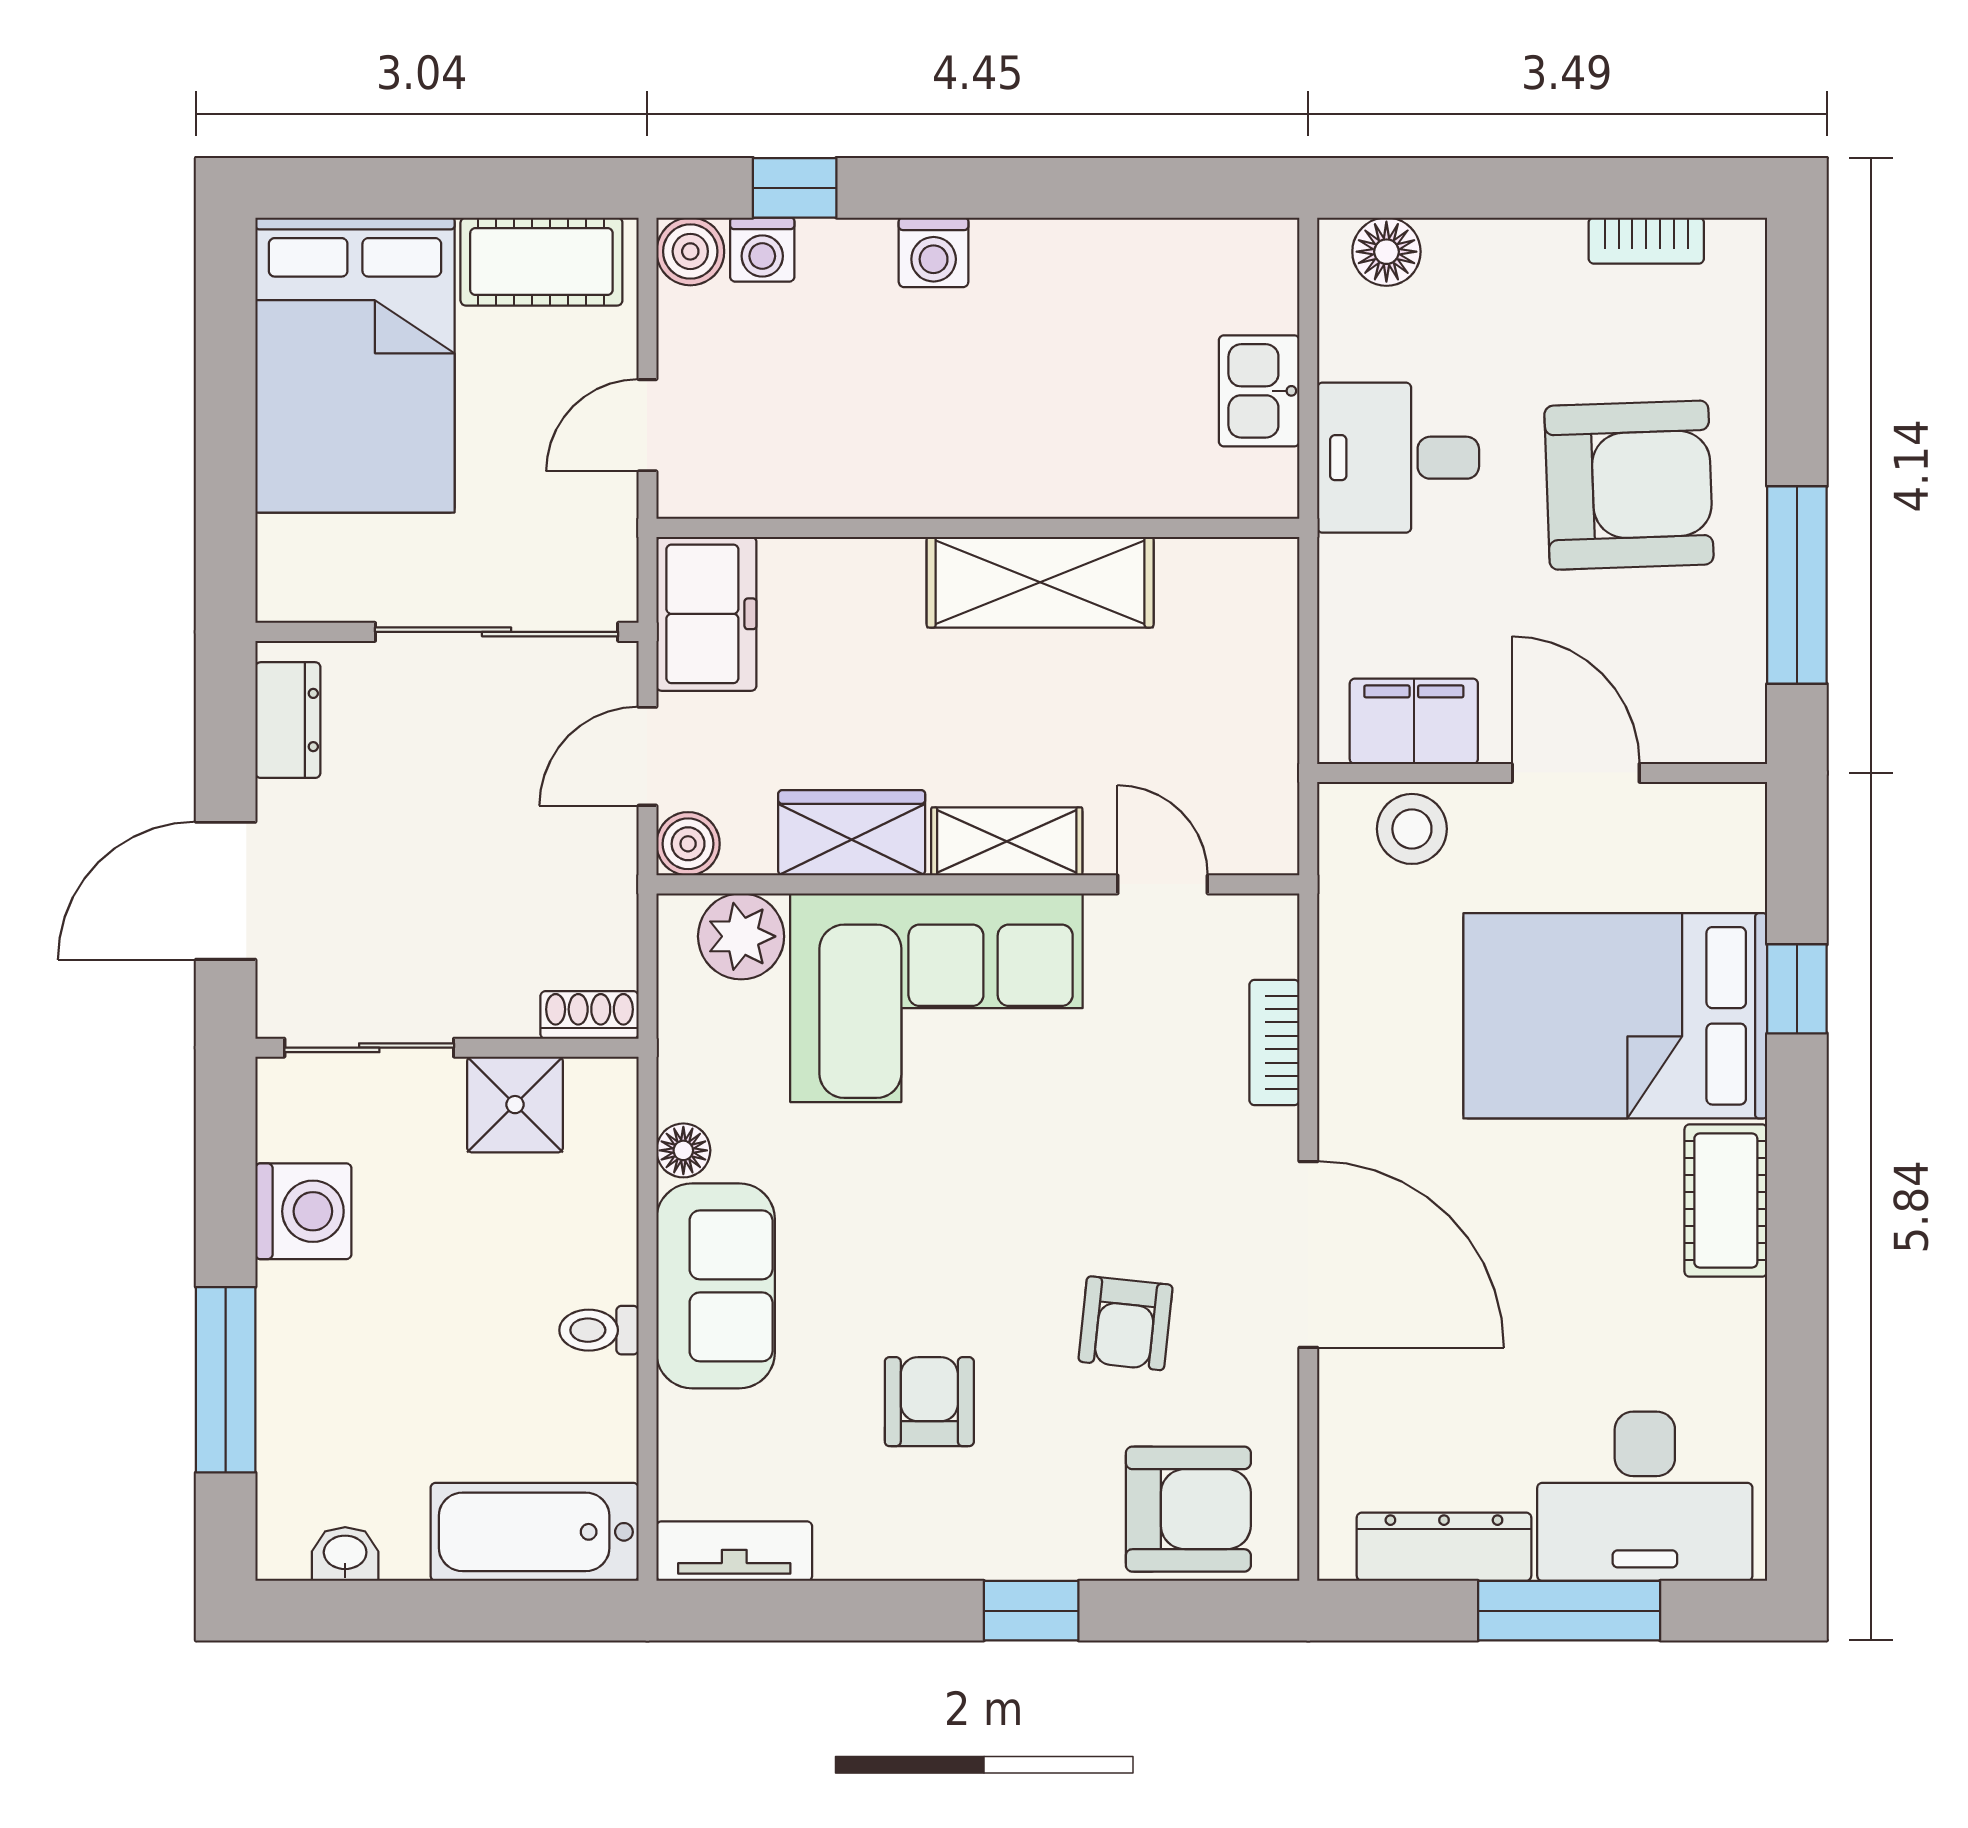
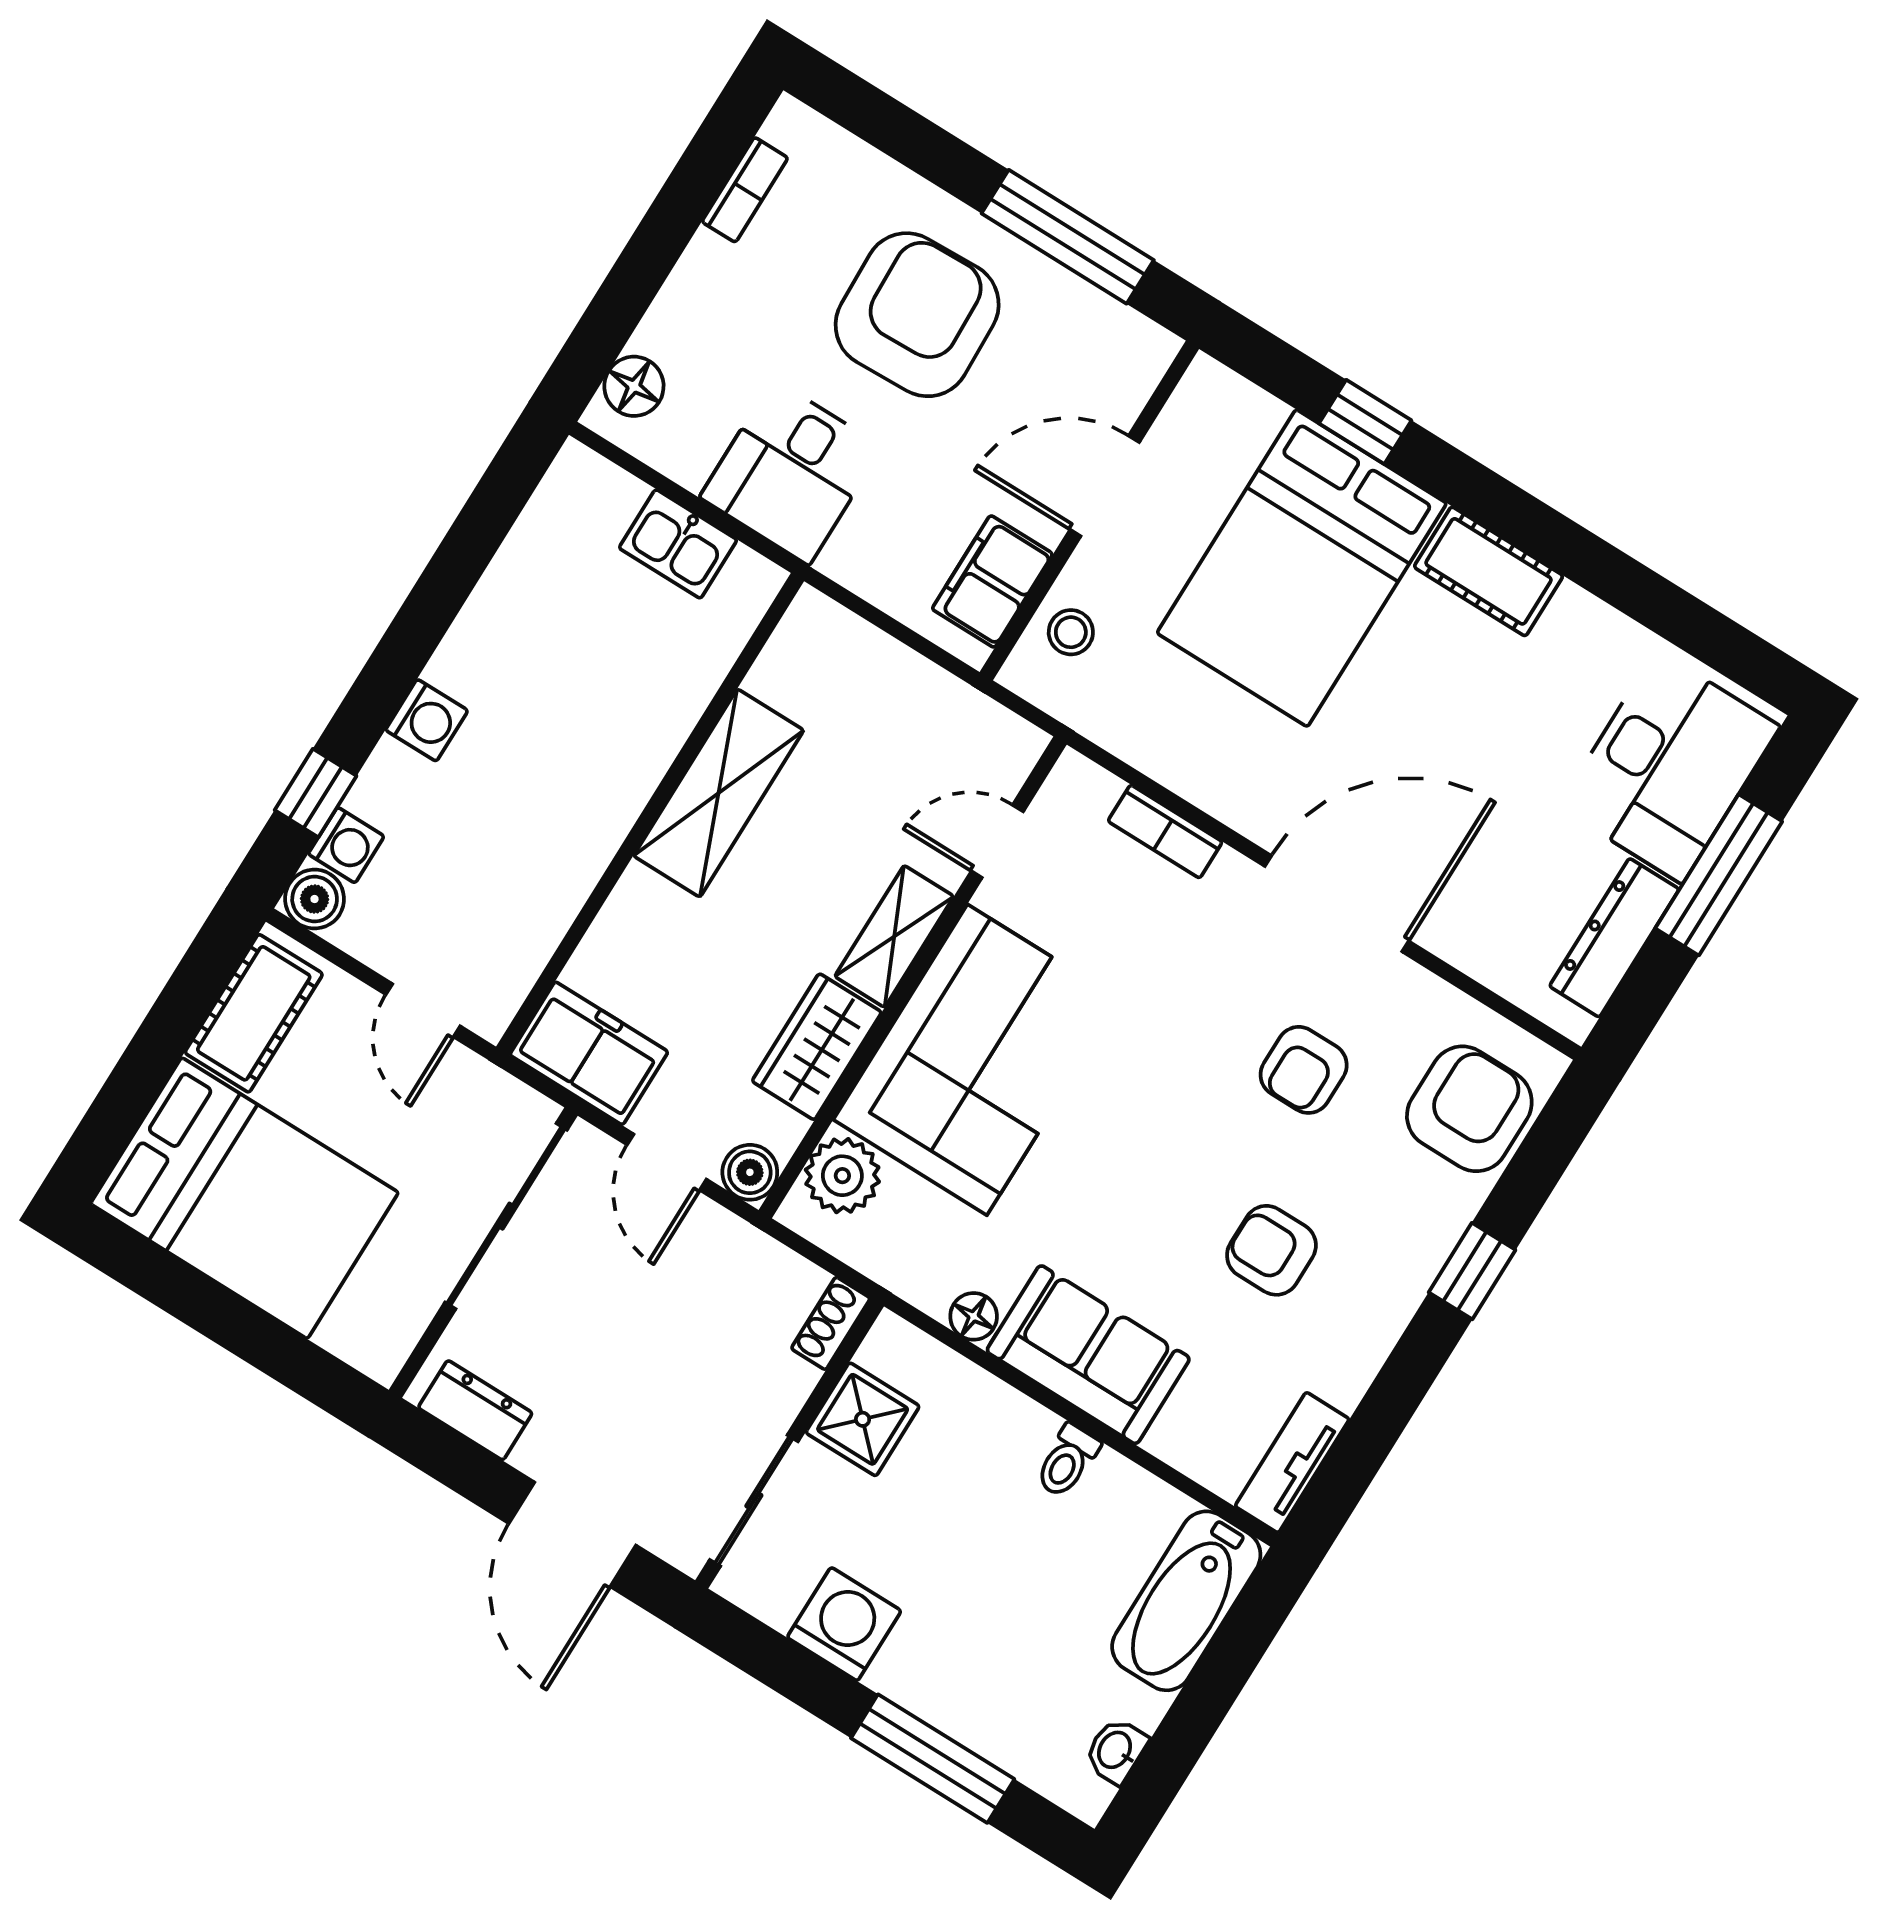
stool: (1412, 829) -> (1071, 632), width x0.73, depth x0.73
armchair: (1125, 1323) -> (1304, 1070), turned 84

